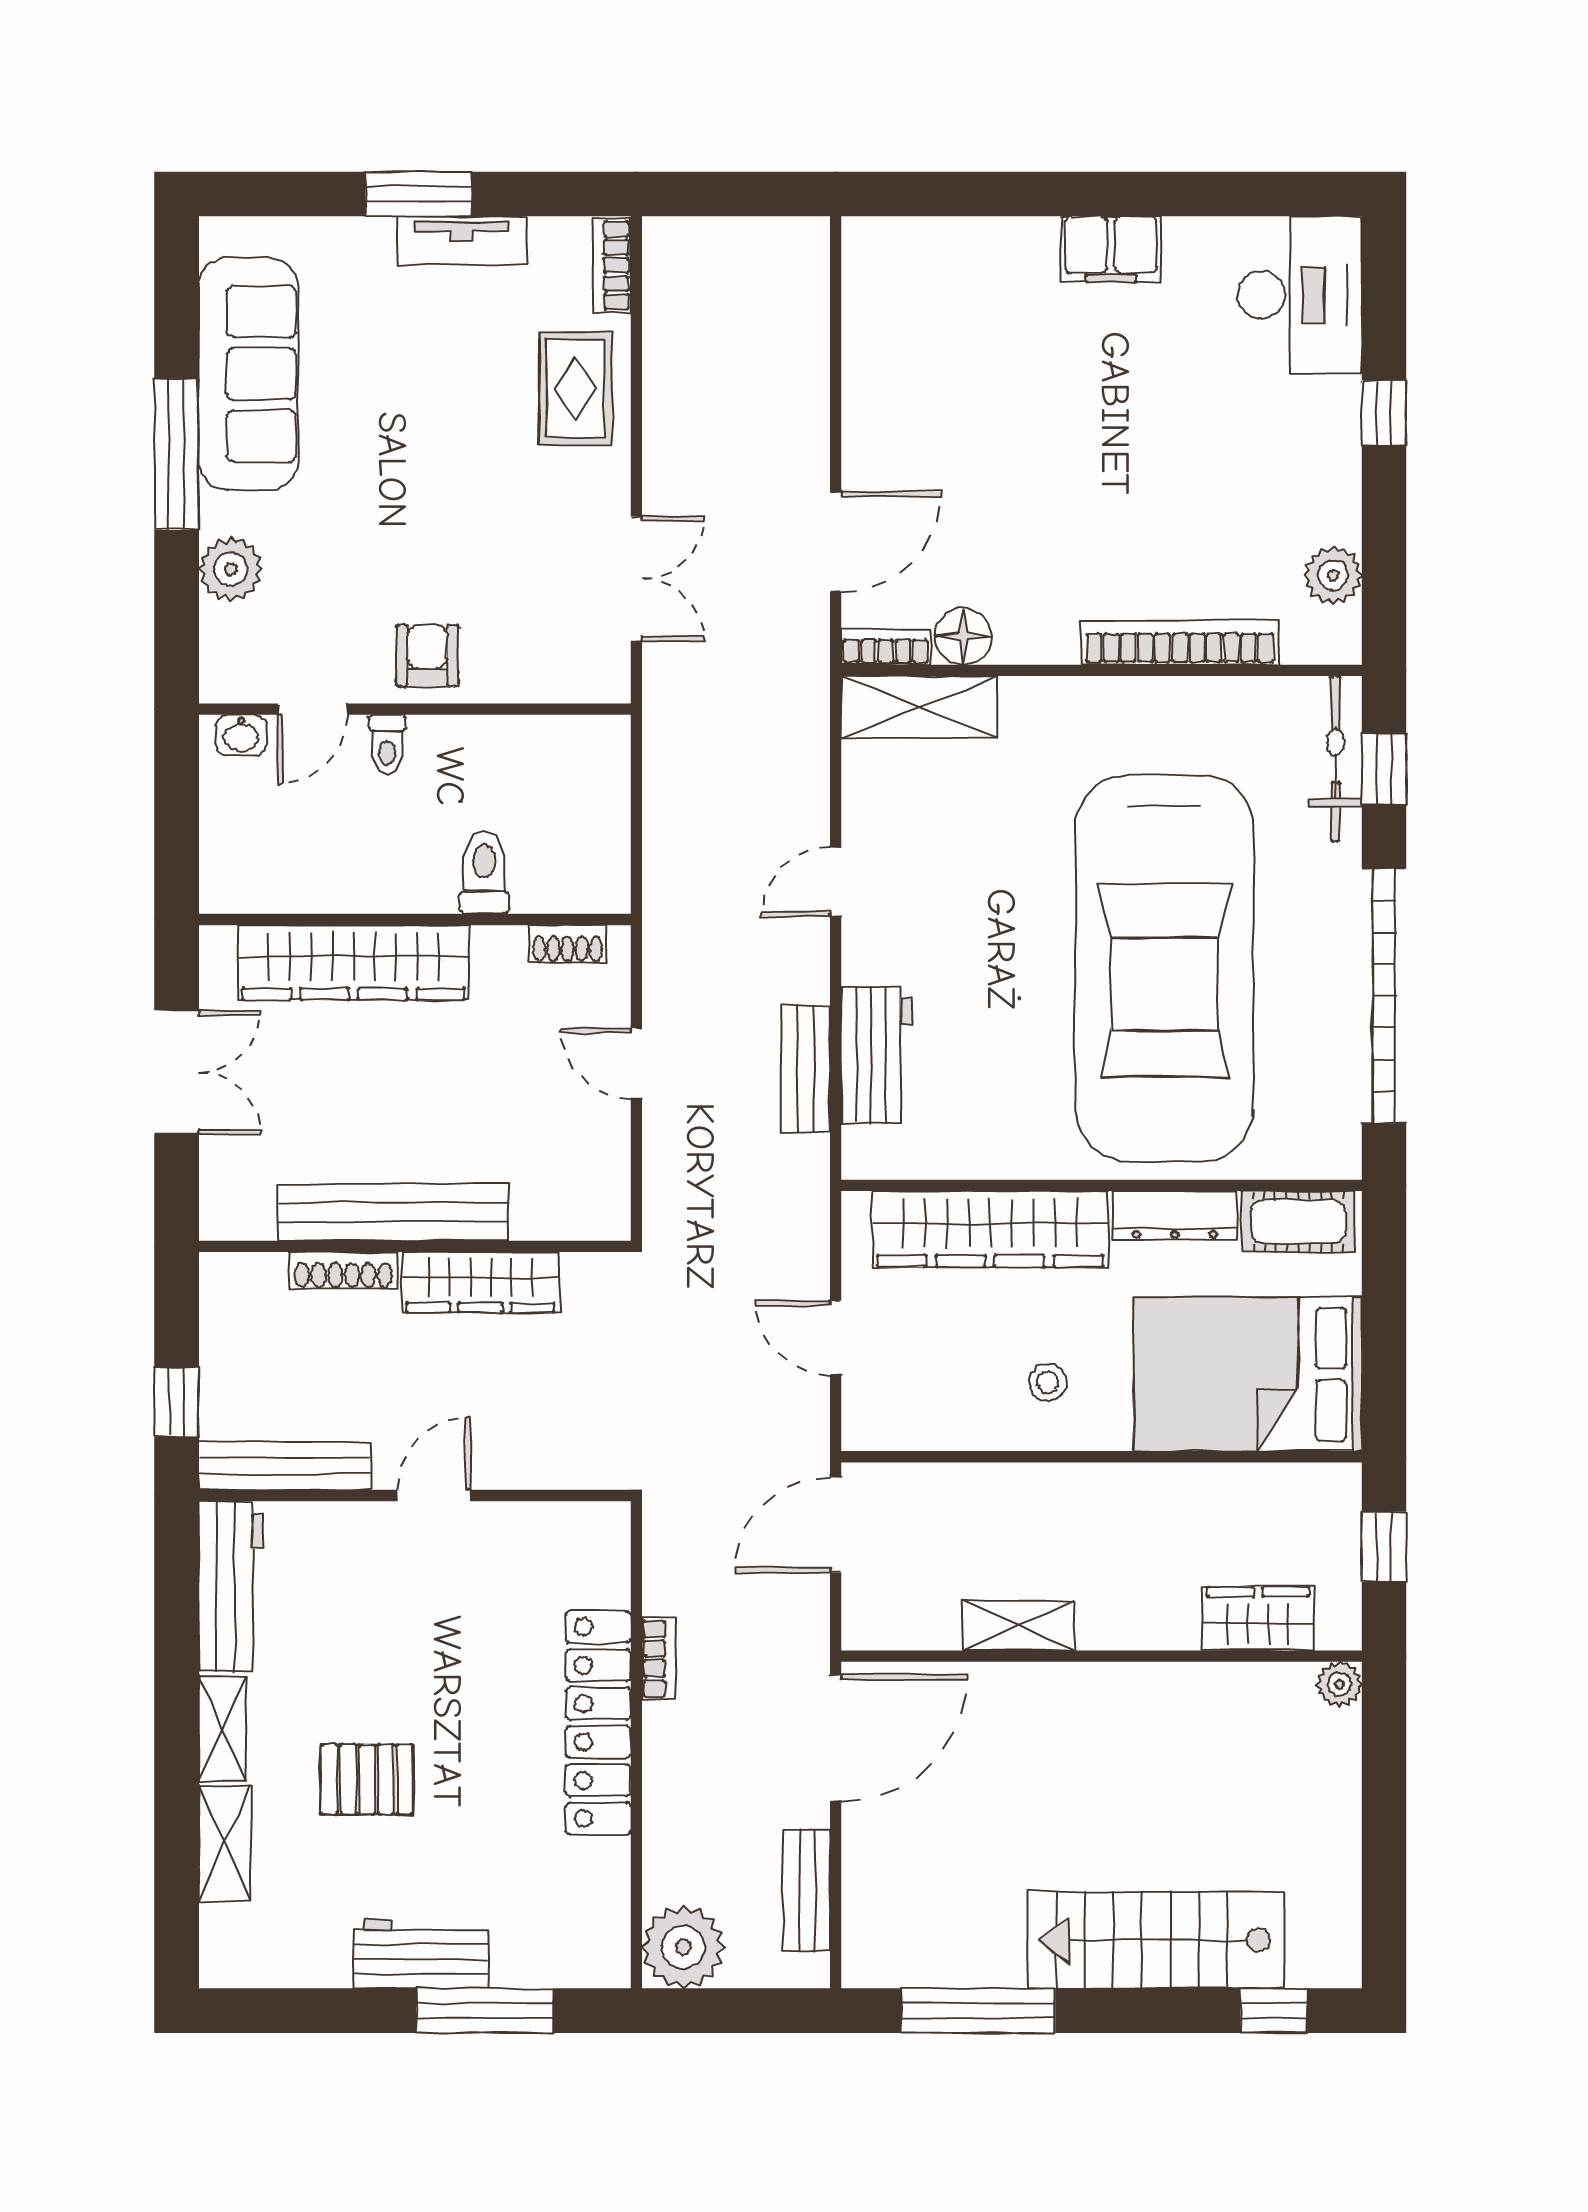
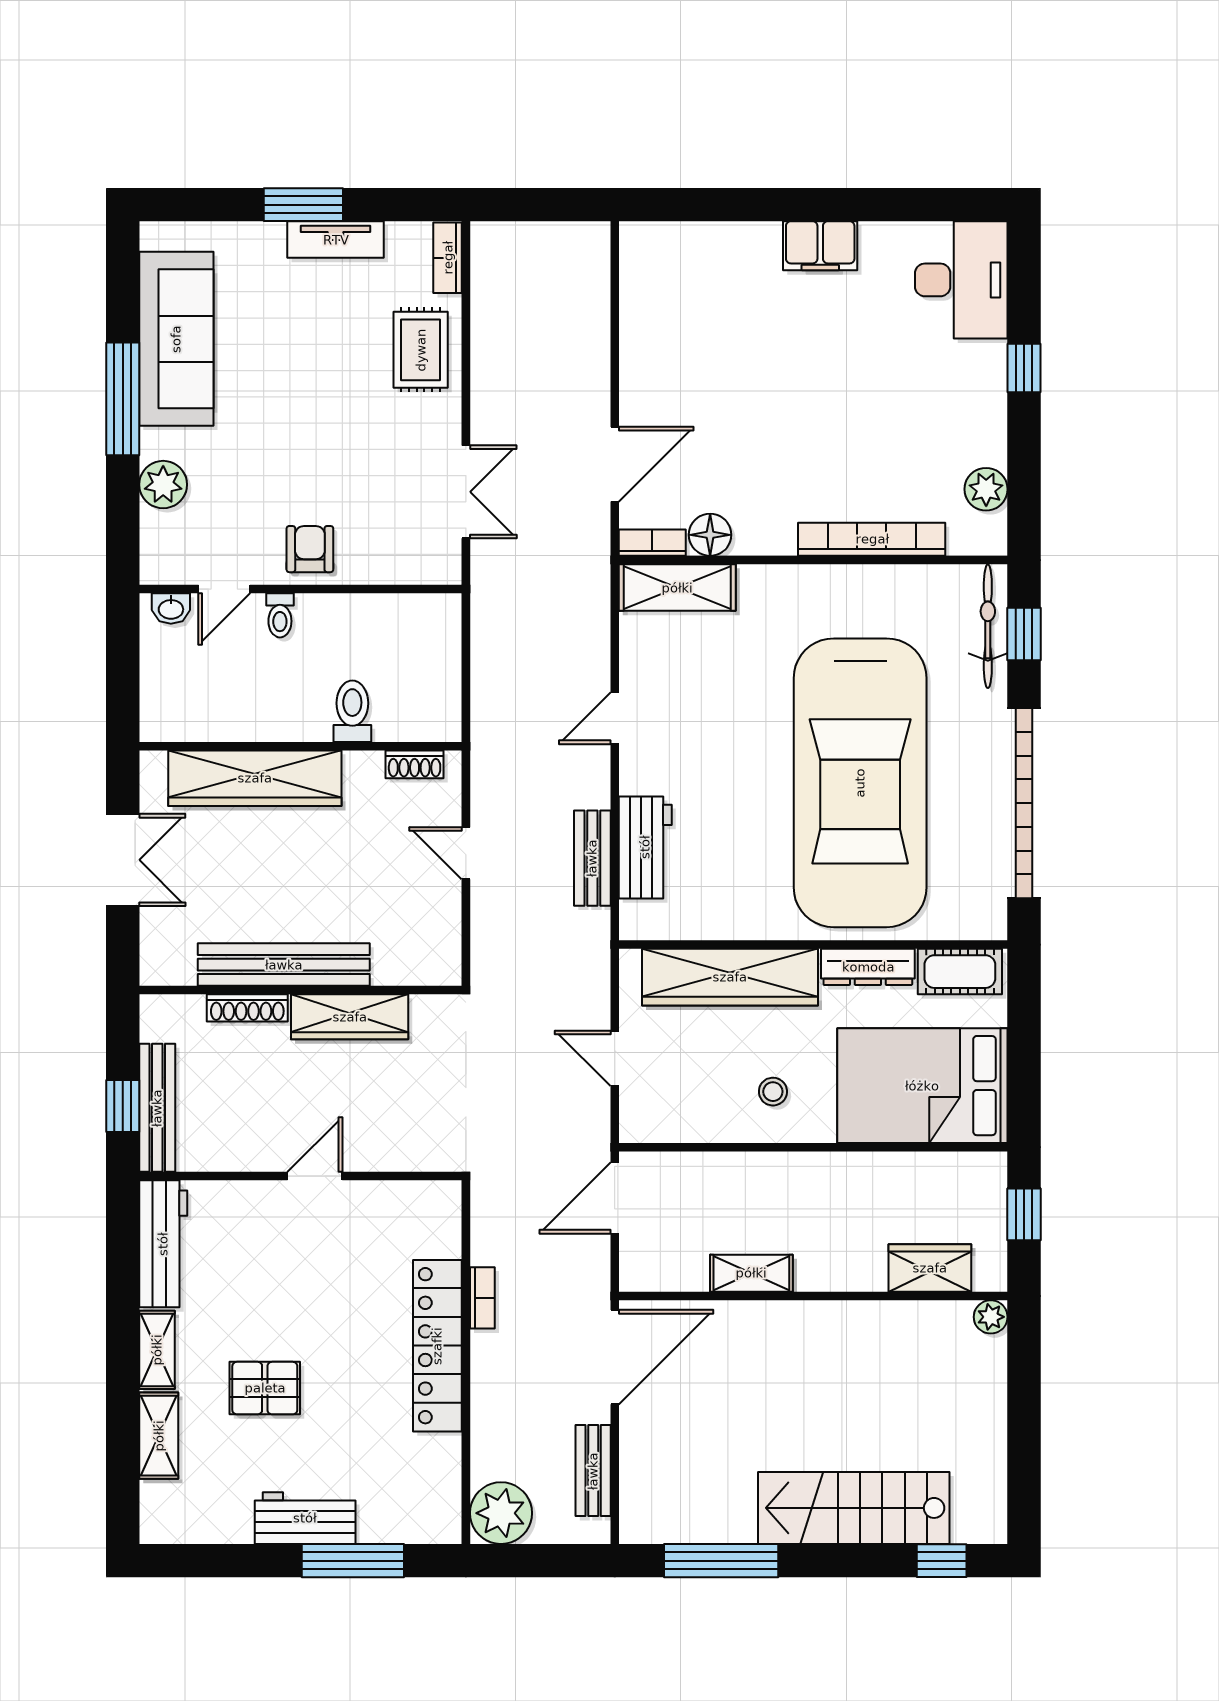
bench: (285, 1466) -> (157, 1108), moved, turned 90

